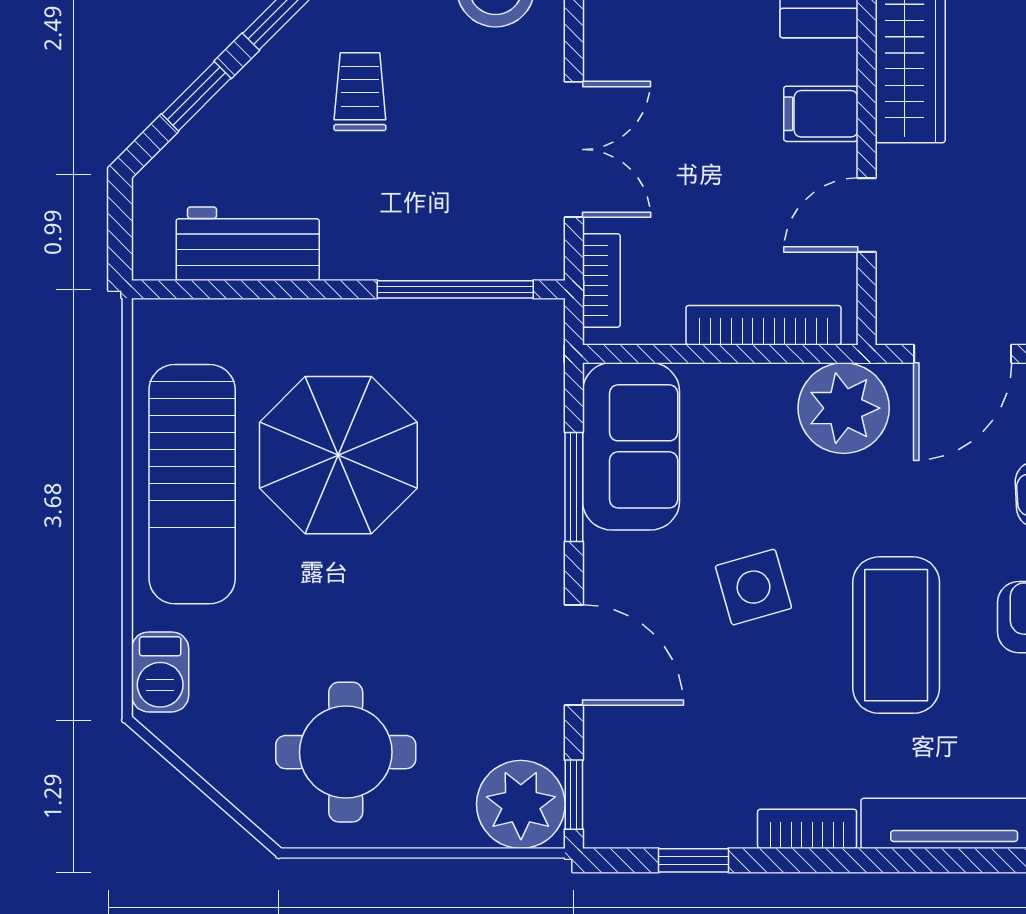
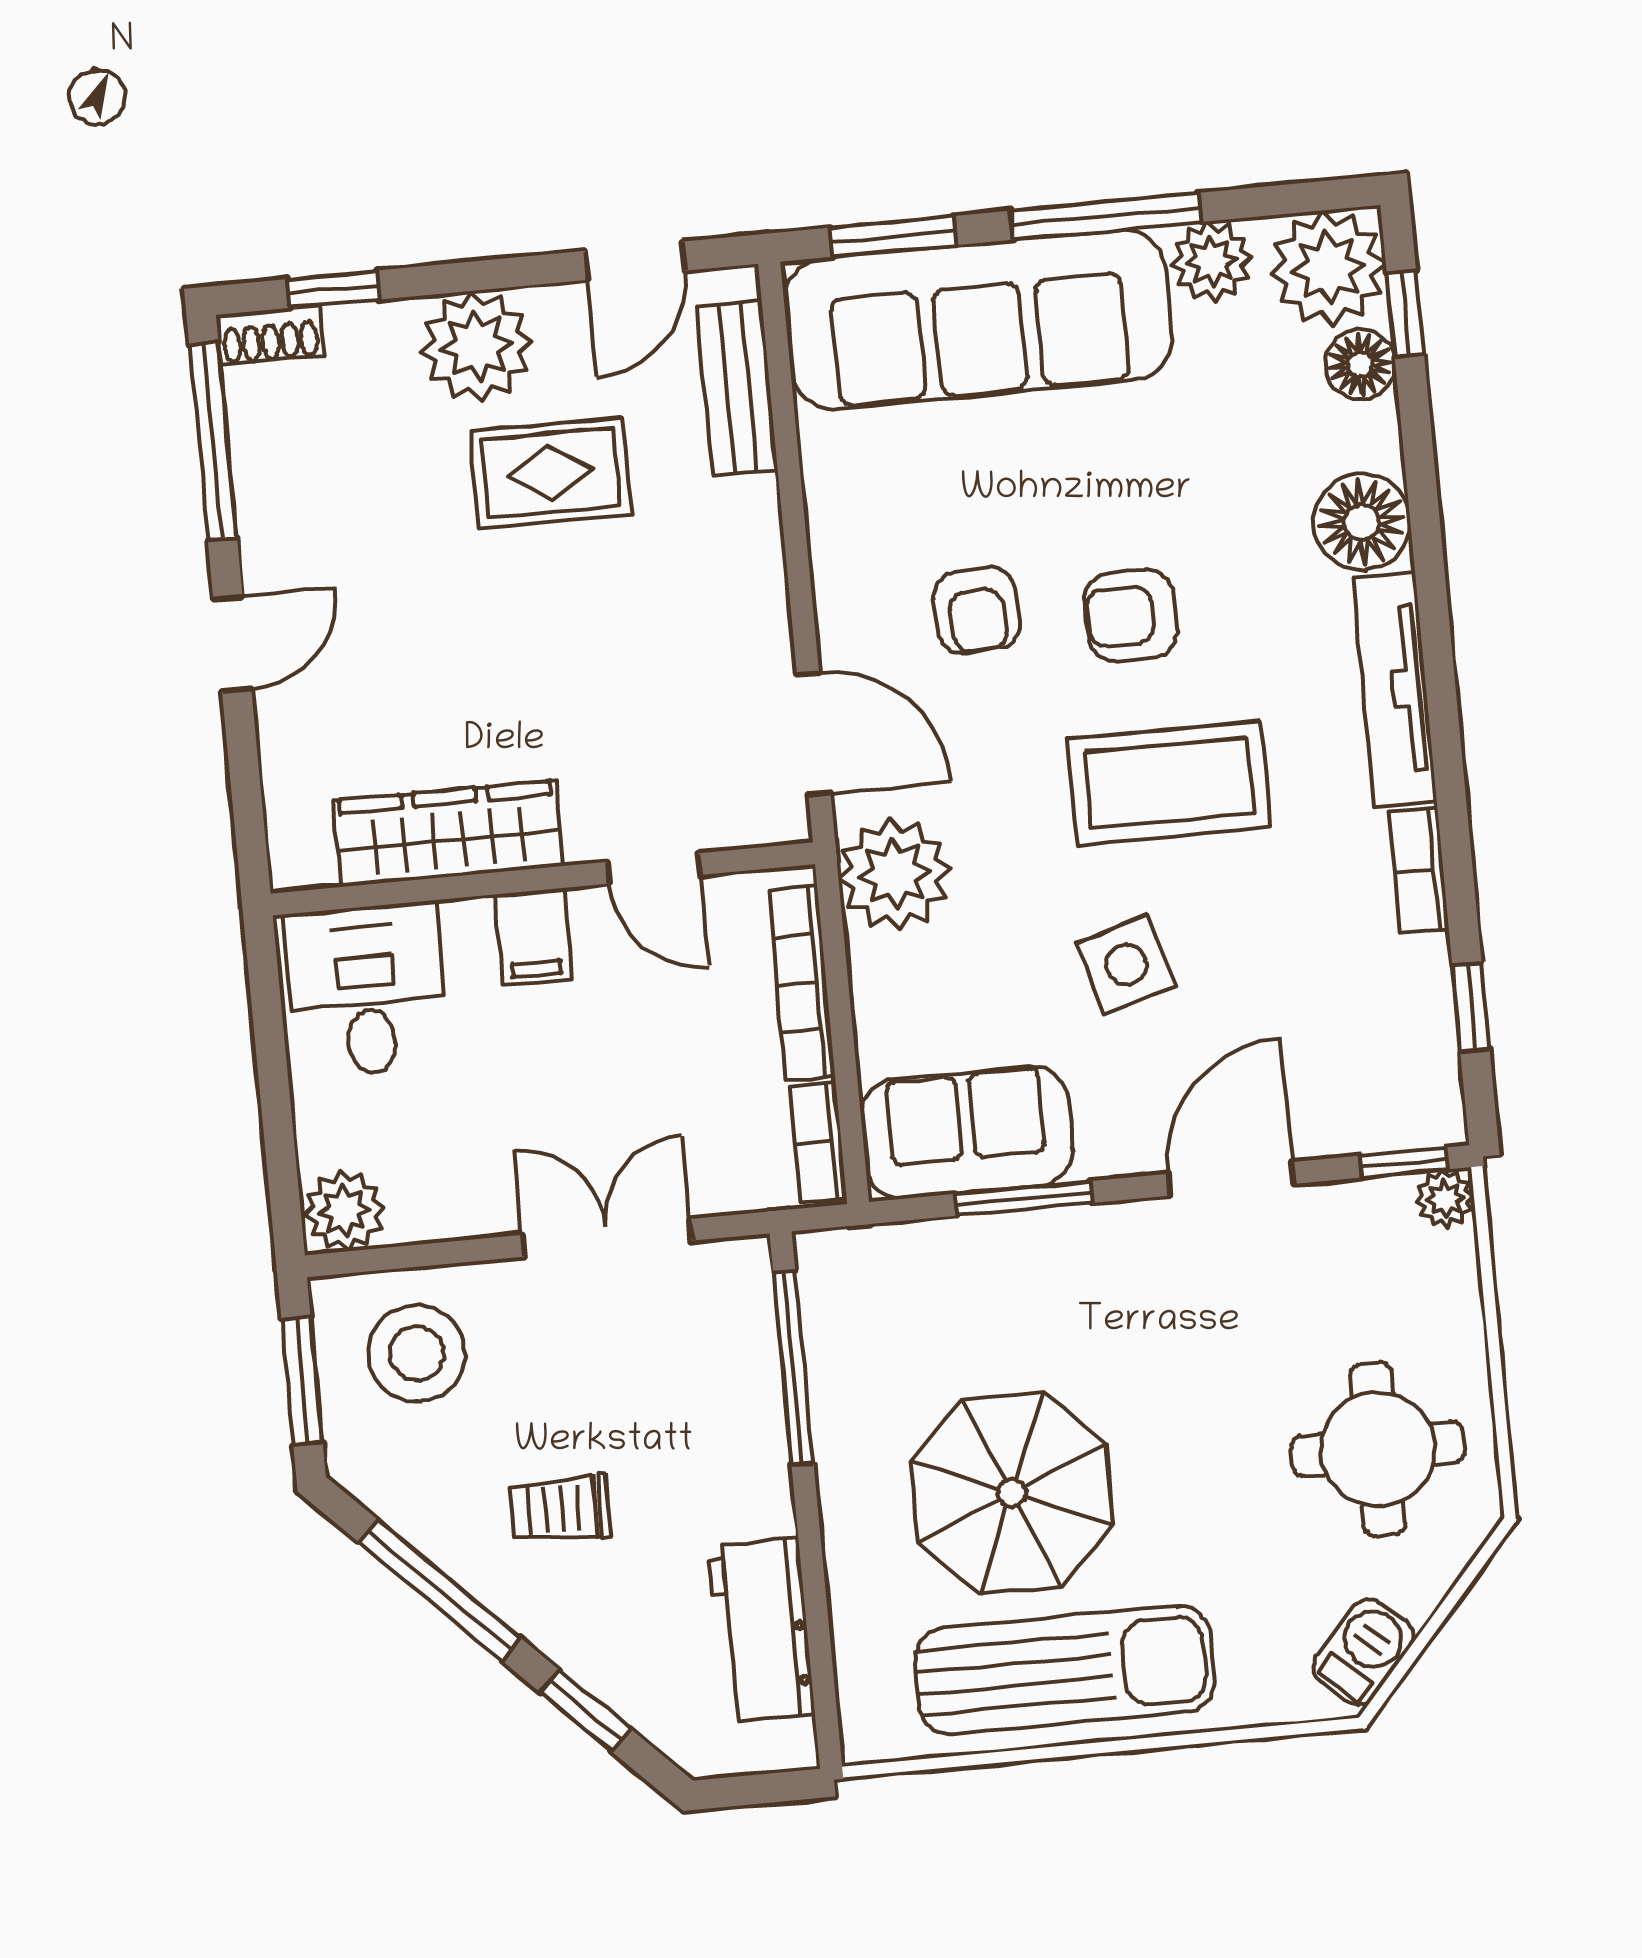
bookcase: (601, 280) -> (818, 1142), moved, turned -90
barbecue: (160, 672) -> (1363, 1652), moved, turned -49
plant: (521, 804) -> (1445, 1199), width x0.53, depth x0.53

